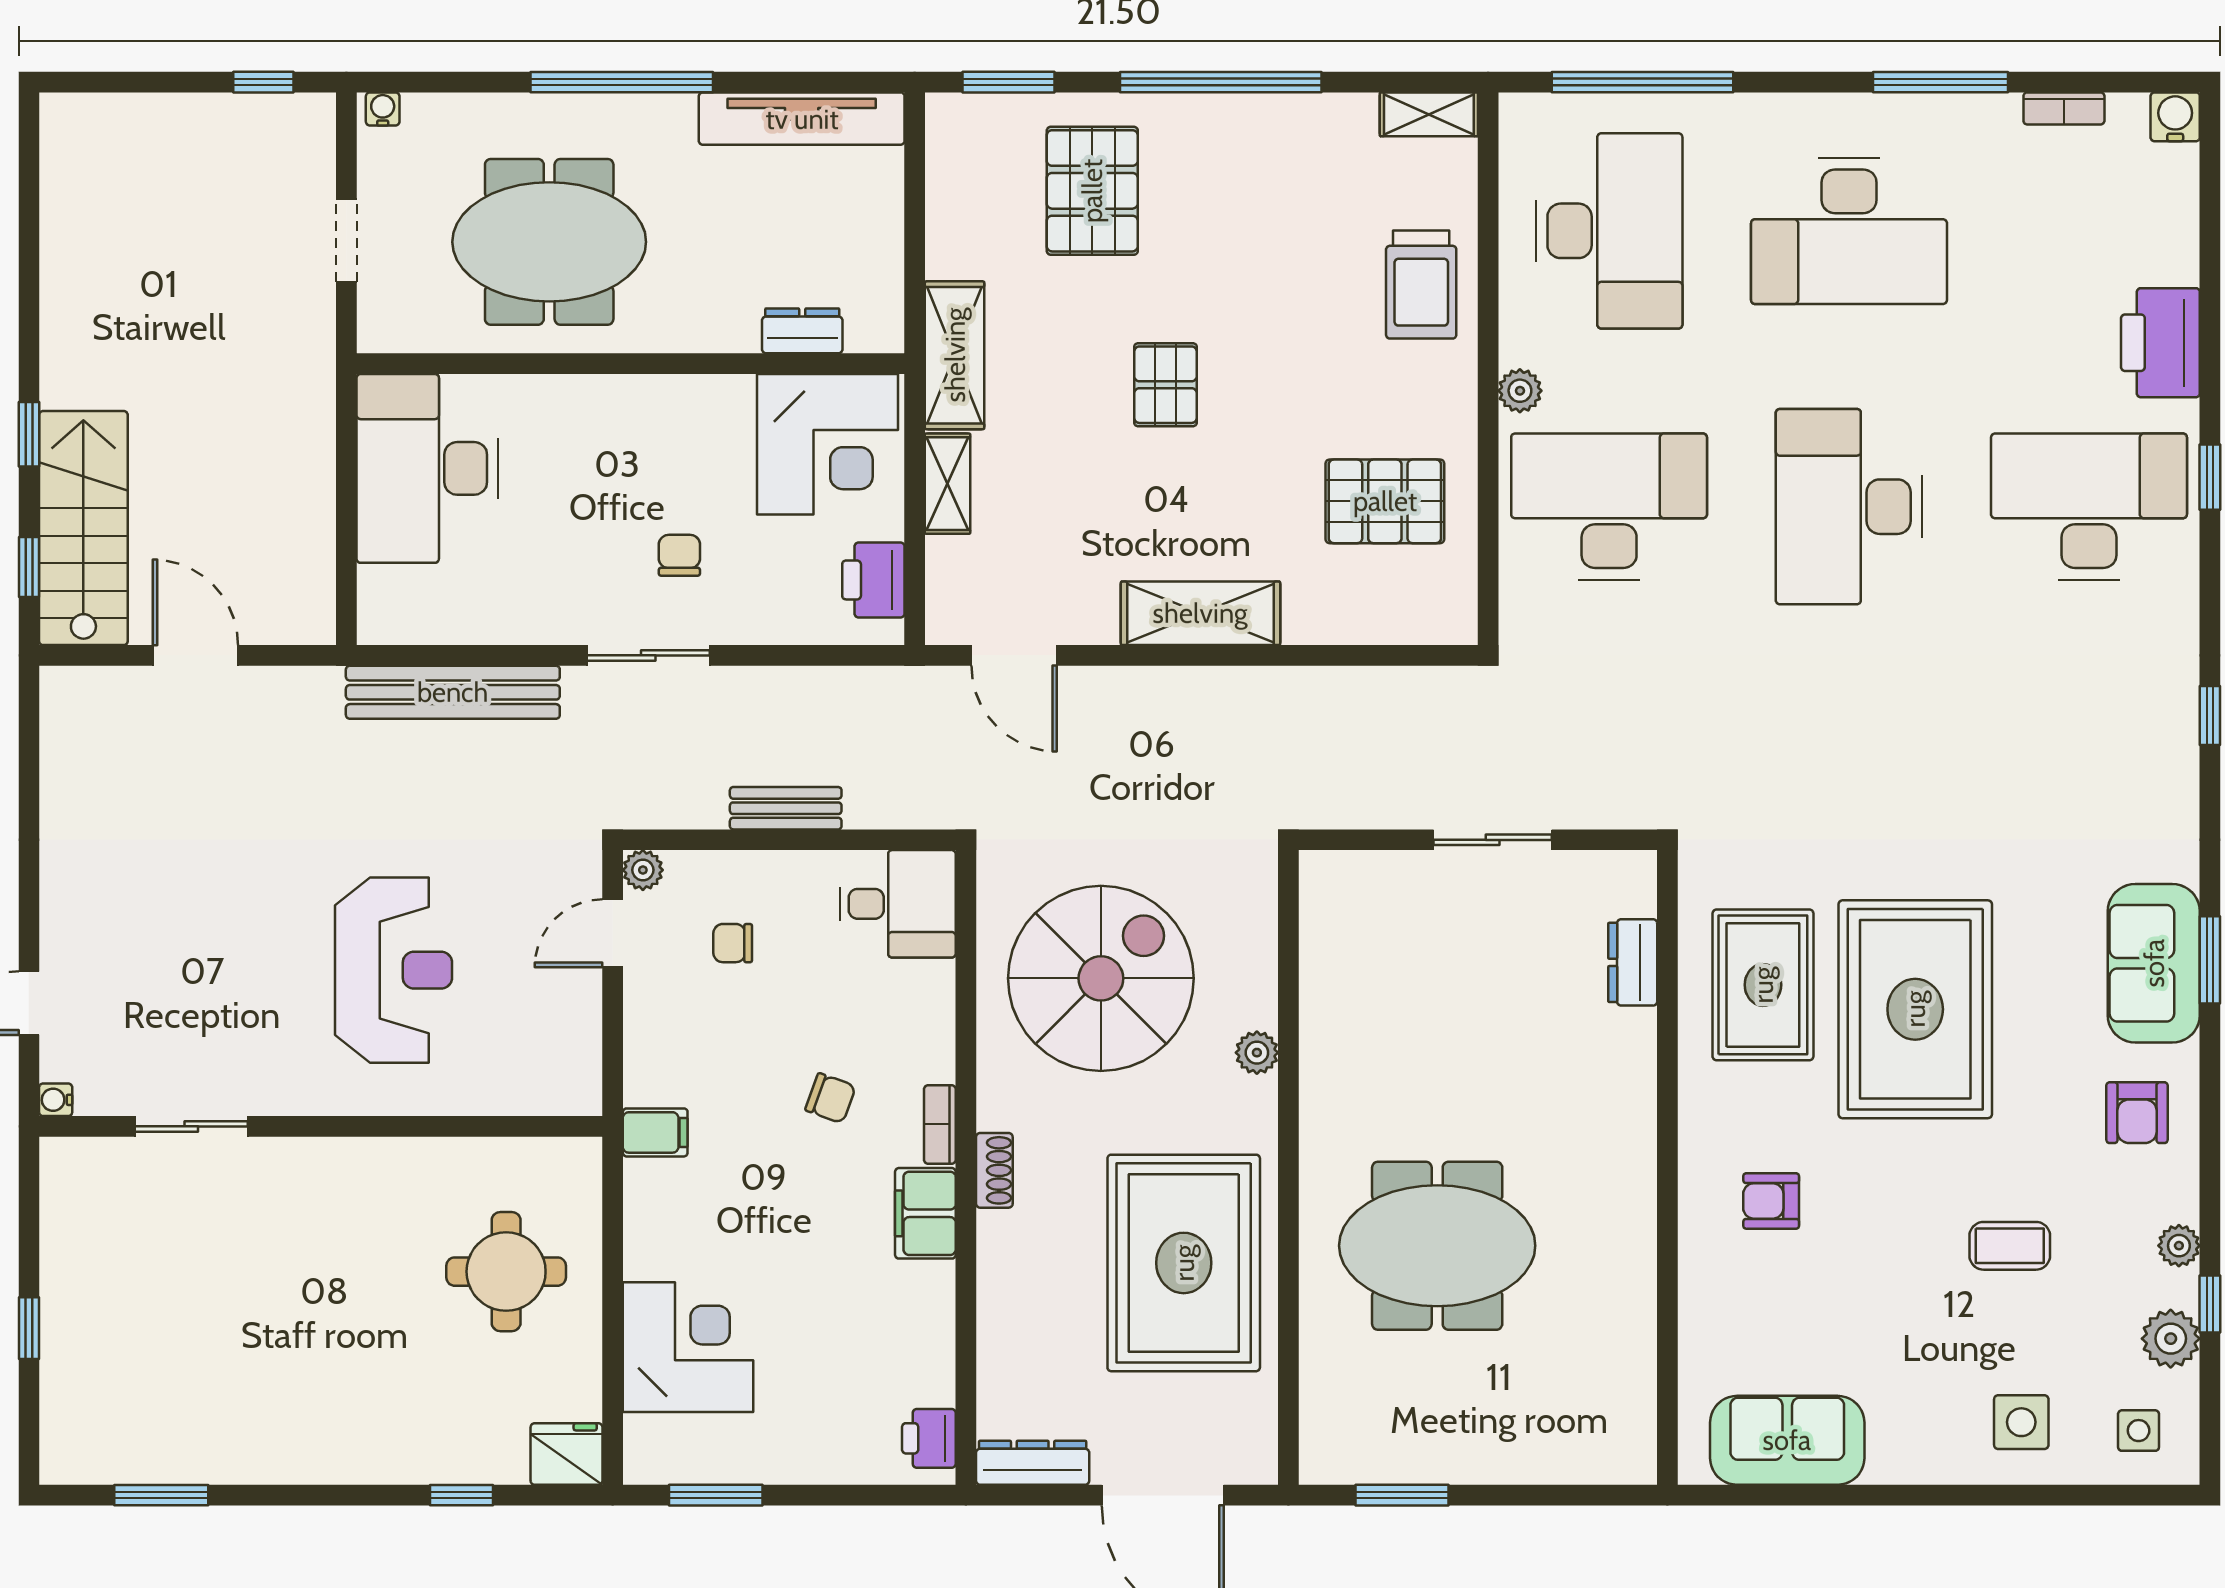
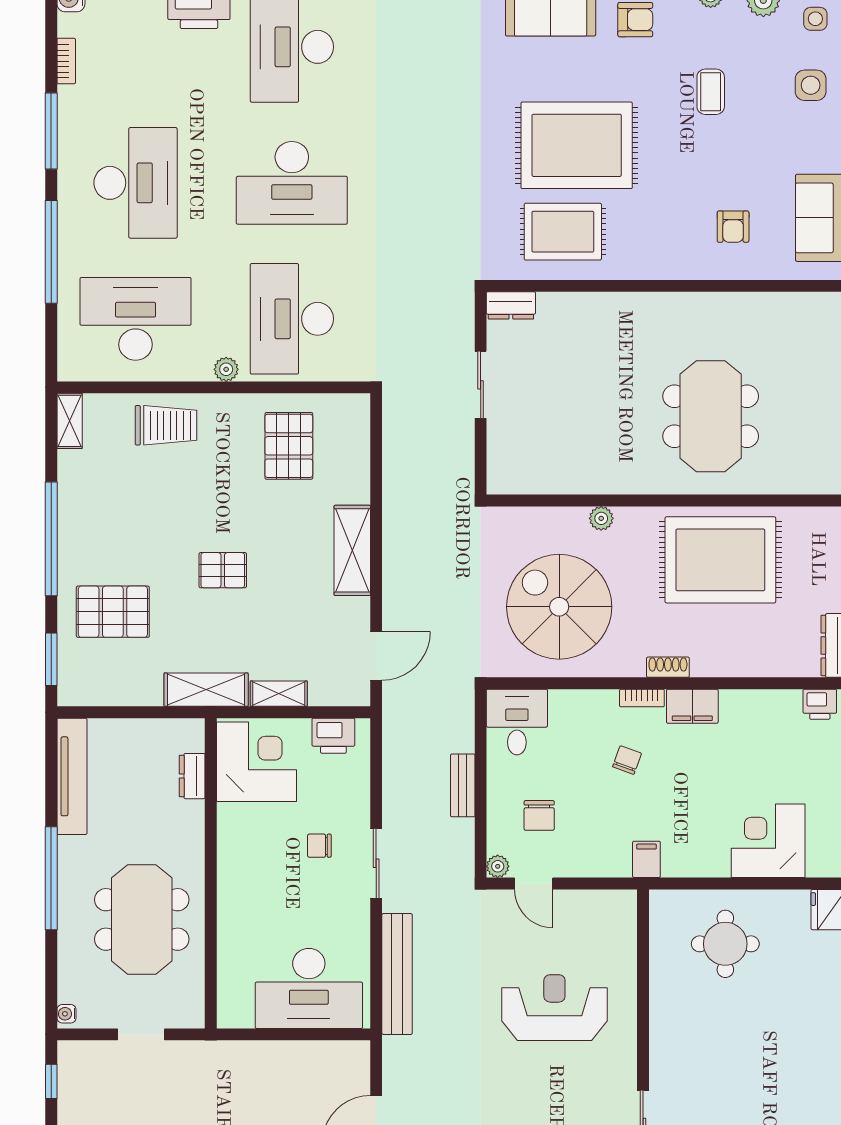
window: (1643, 82) -> (51, 252), moved
desk: (427, 468) -> (309, 988), moved
chair: (733, 943) -> (539, 815), width x1.37, depth x1.37
dresser: (1633, 962) -> (511, 305), moved
armchair: (1771, 1201) -> (733, 227), moved

